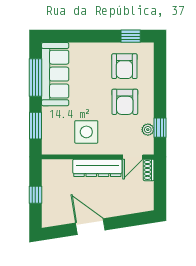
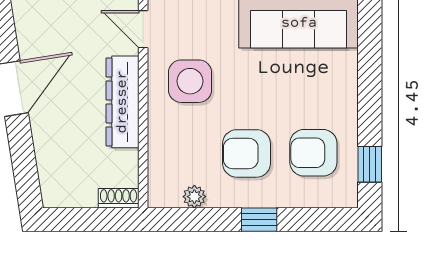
window: (160, 128) -> (259, 220), moved
door: (133, 157) -> (143, 29), moved

